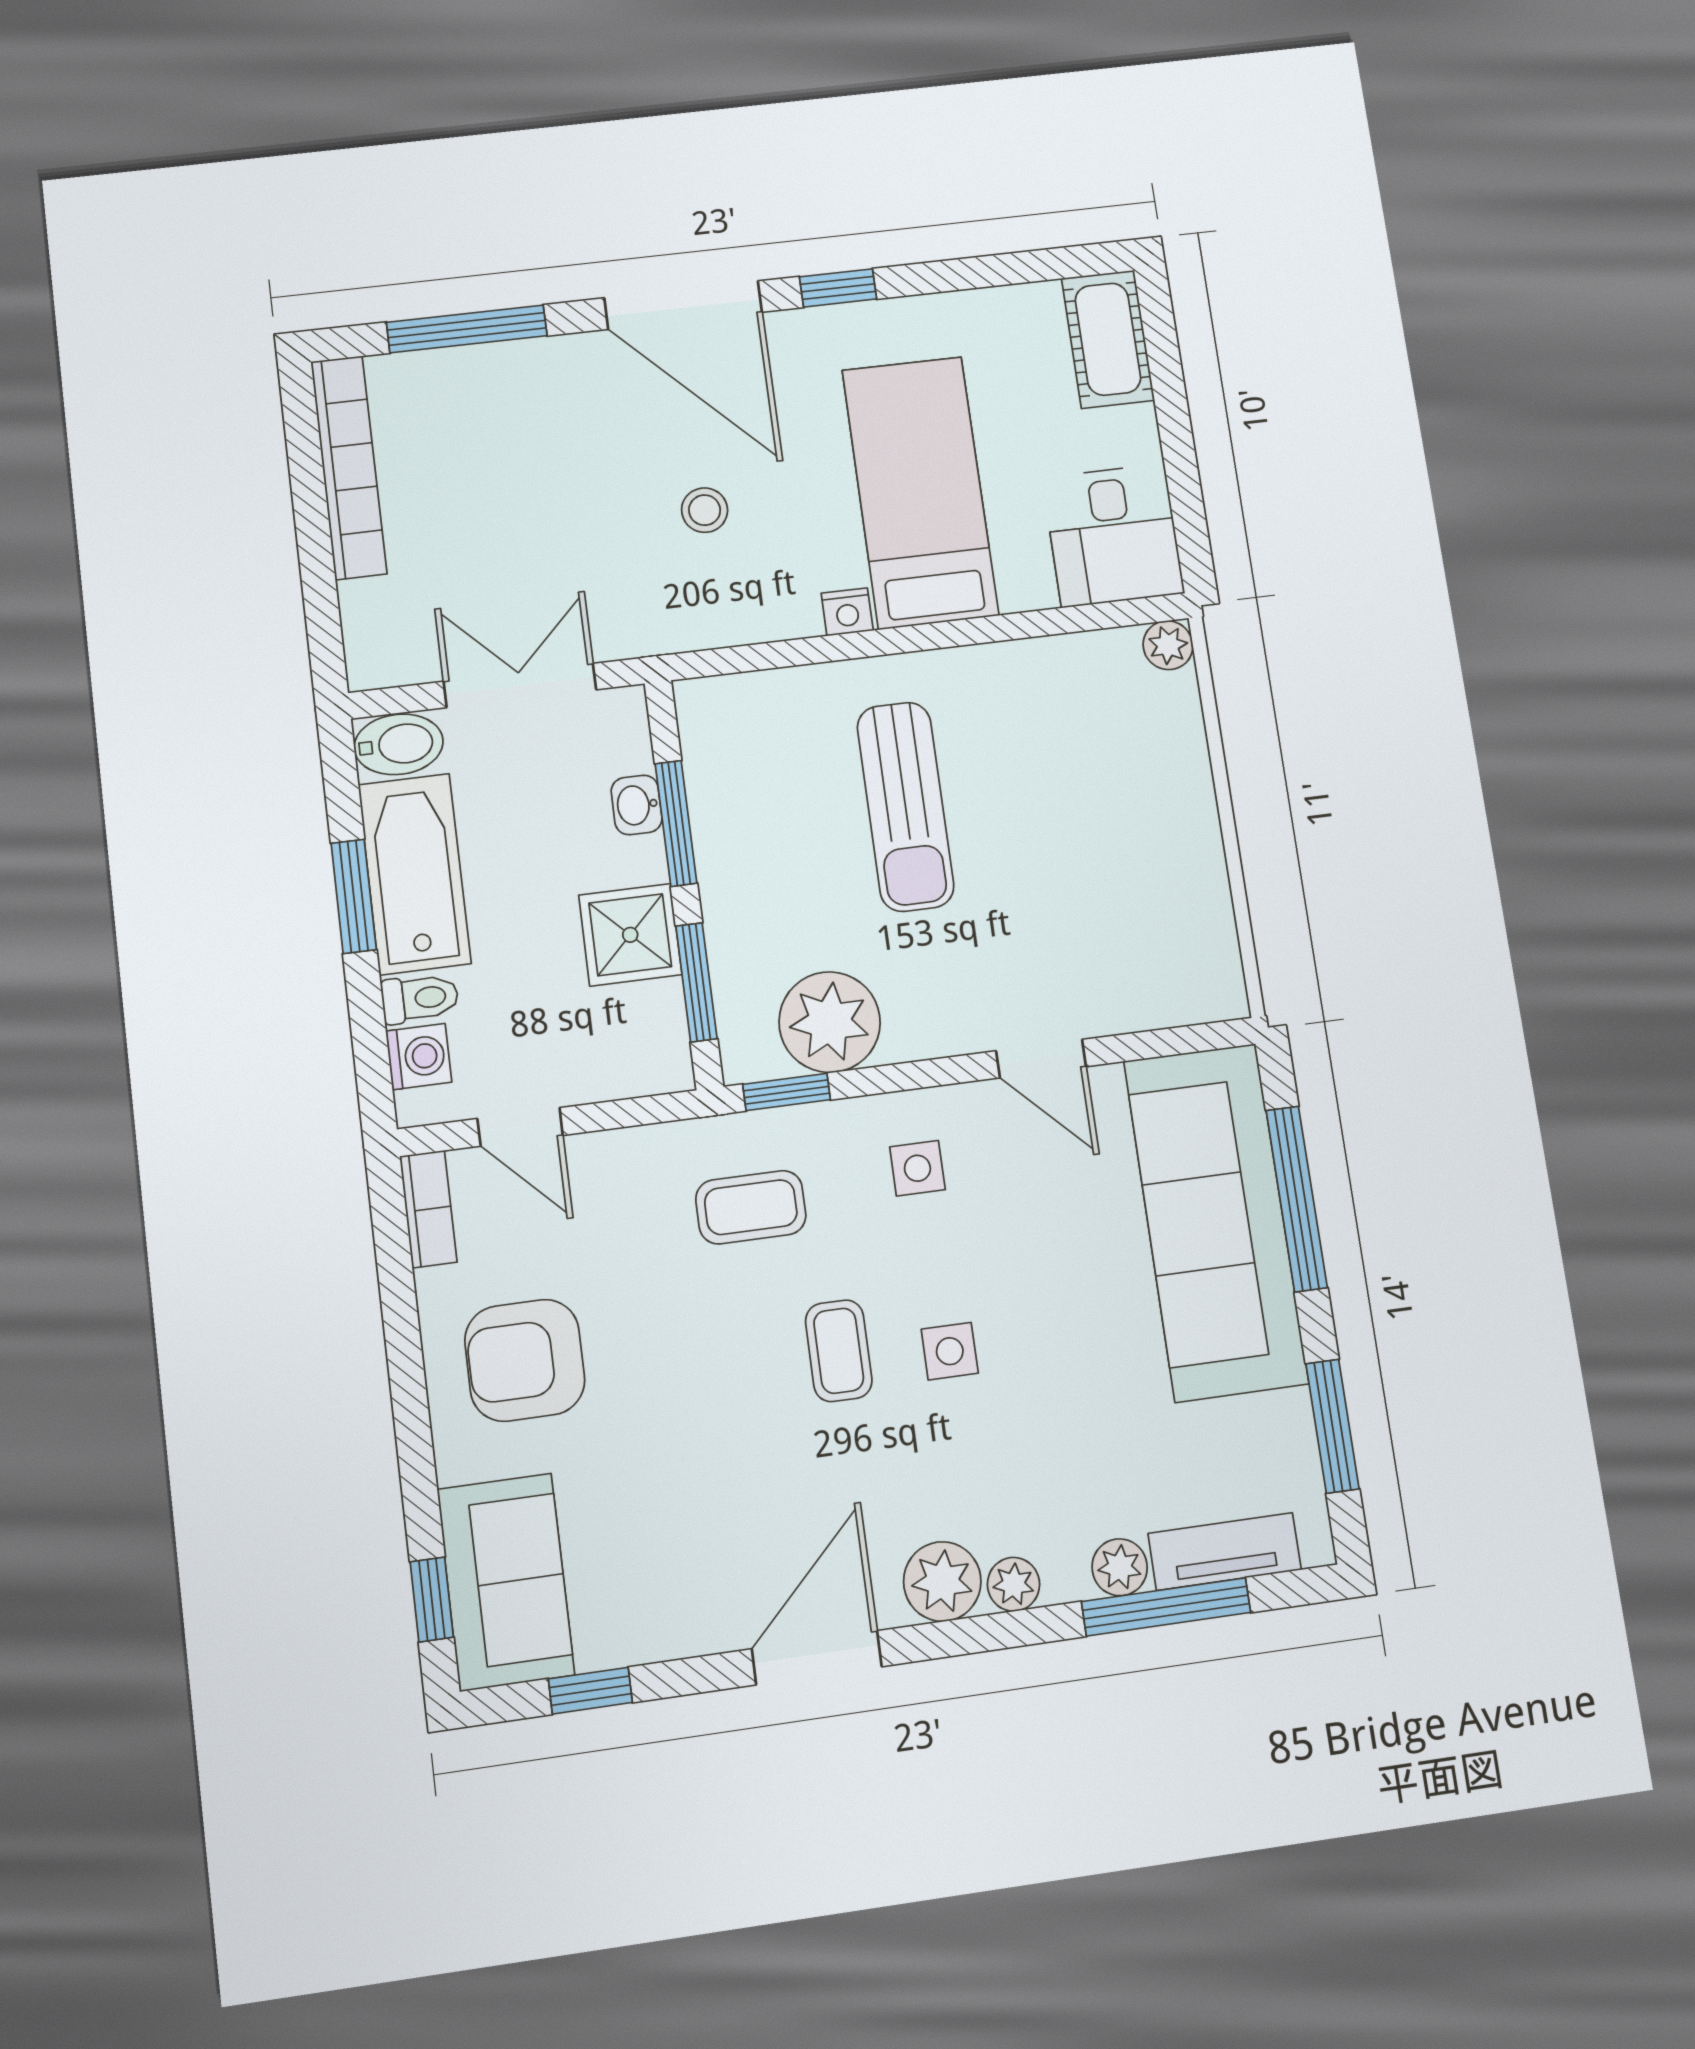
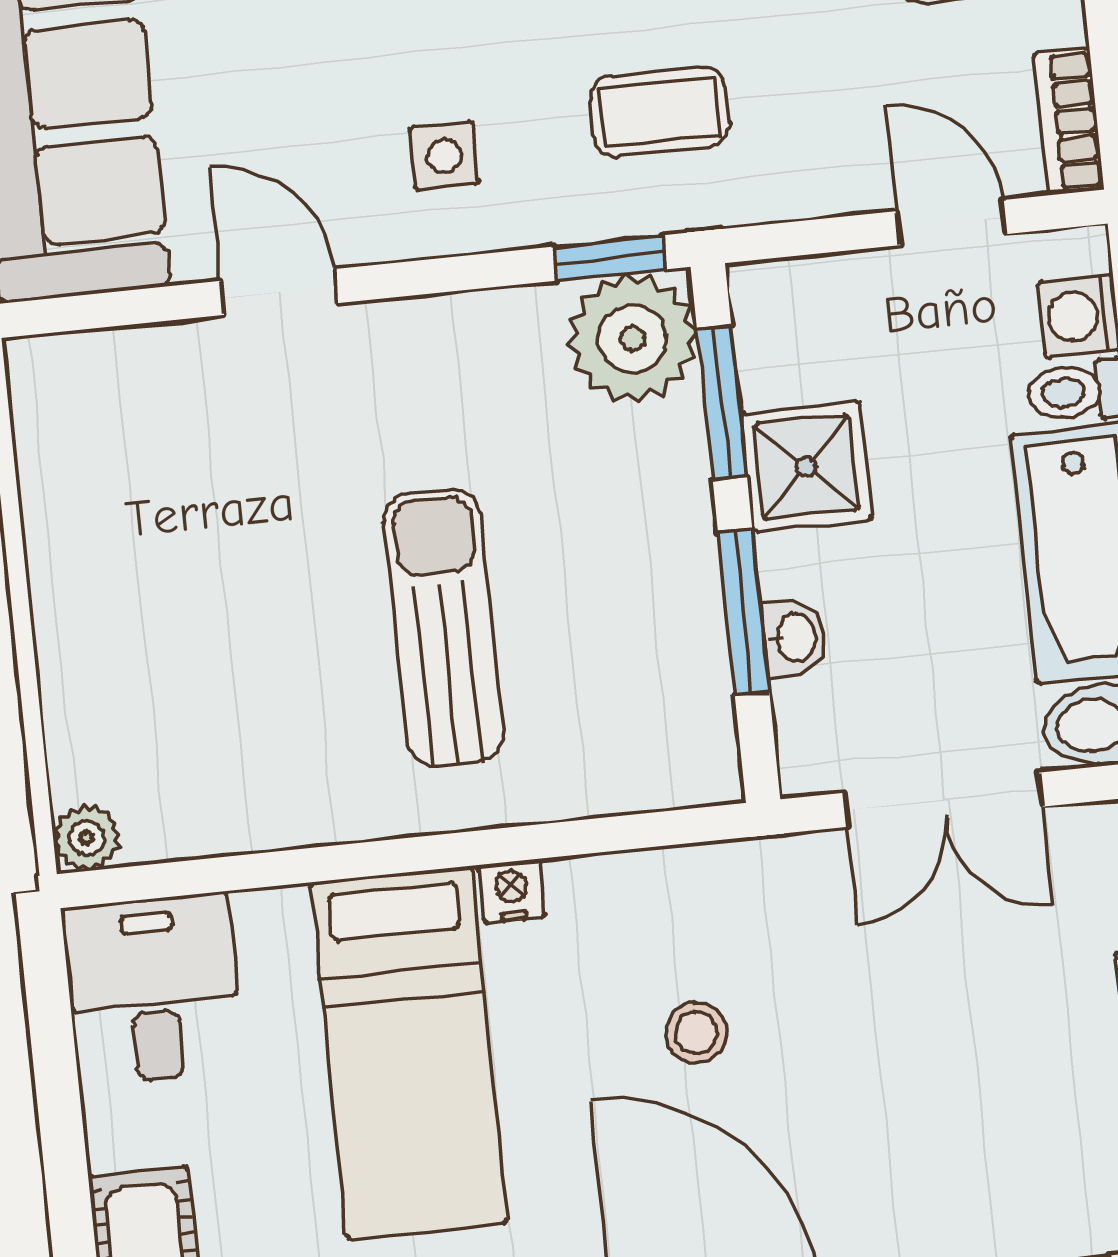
plant: (830, 1022) -> (632, 338), moved

